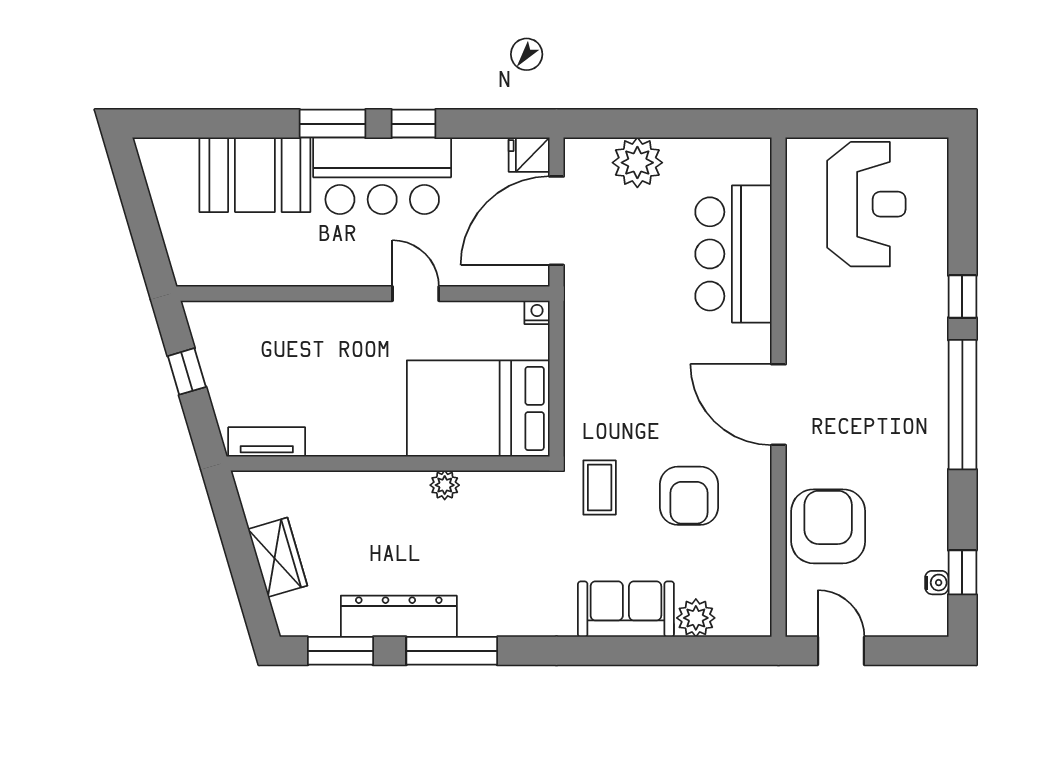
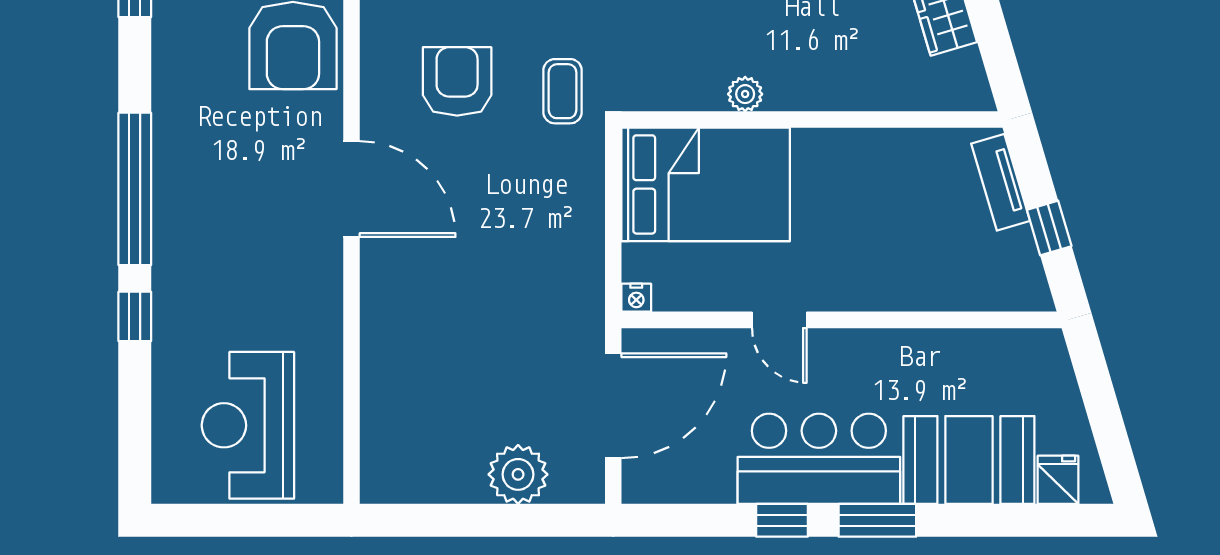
fridge: (529, 155) -> (1058, 480), moved, turned -90
bar counter: (733, 254) -> (405, 367), removed
tv unit: (267, 442) -> (1001, 182), moved, turned 74

